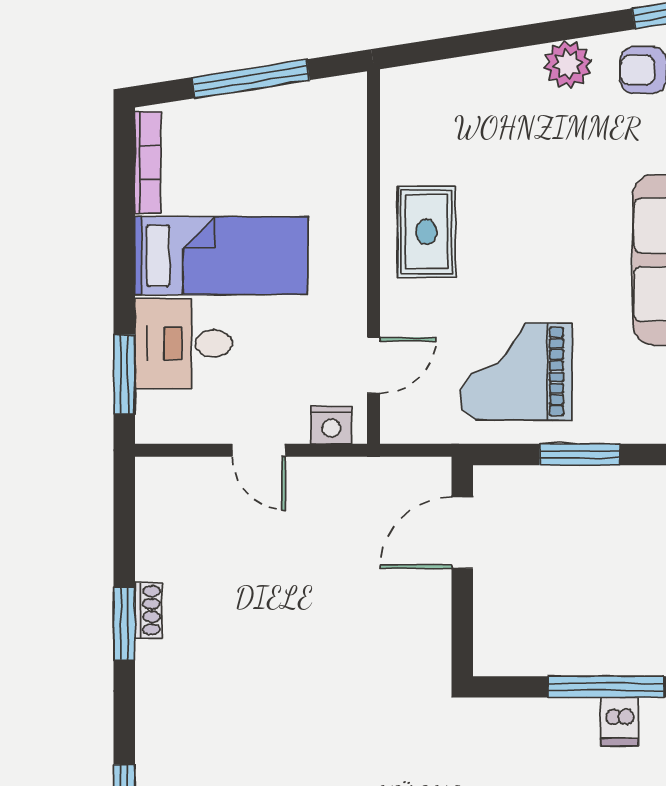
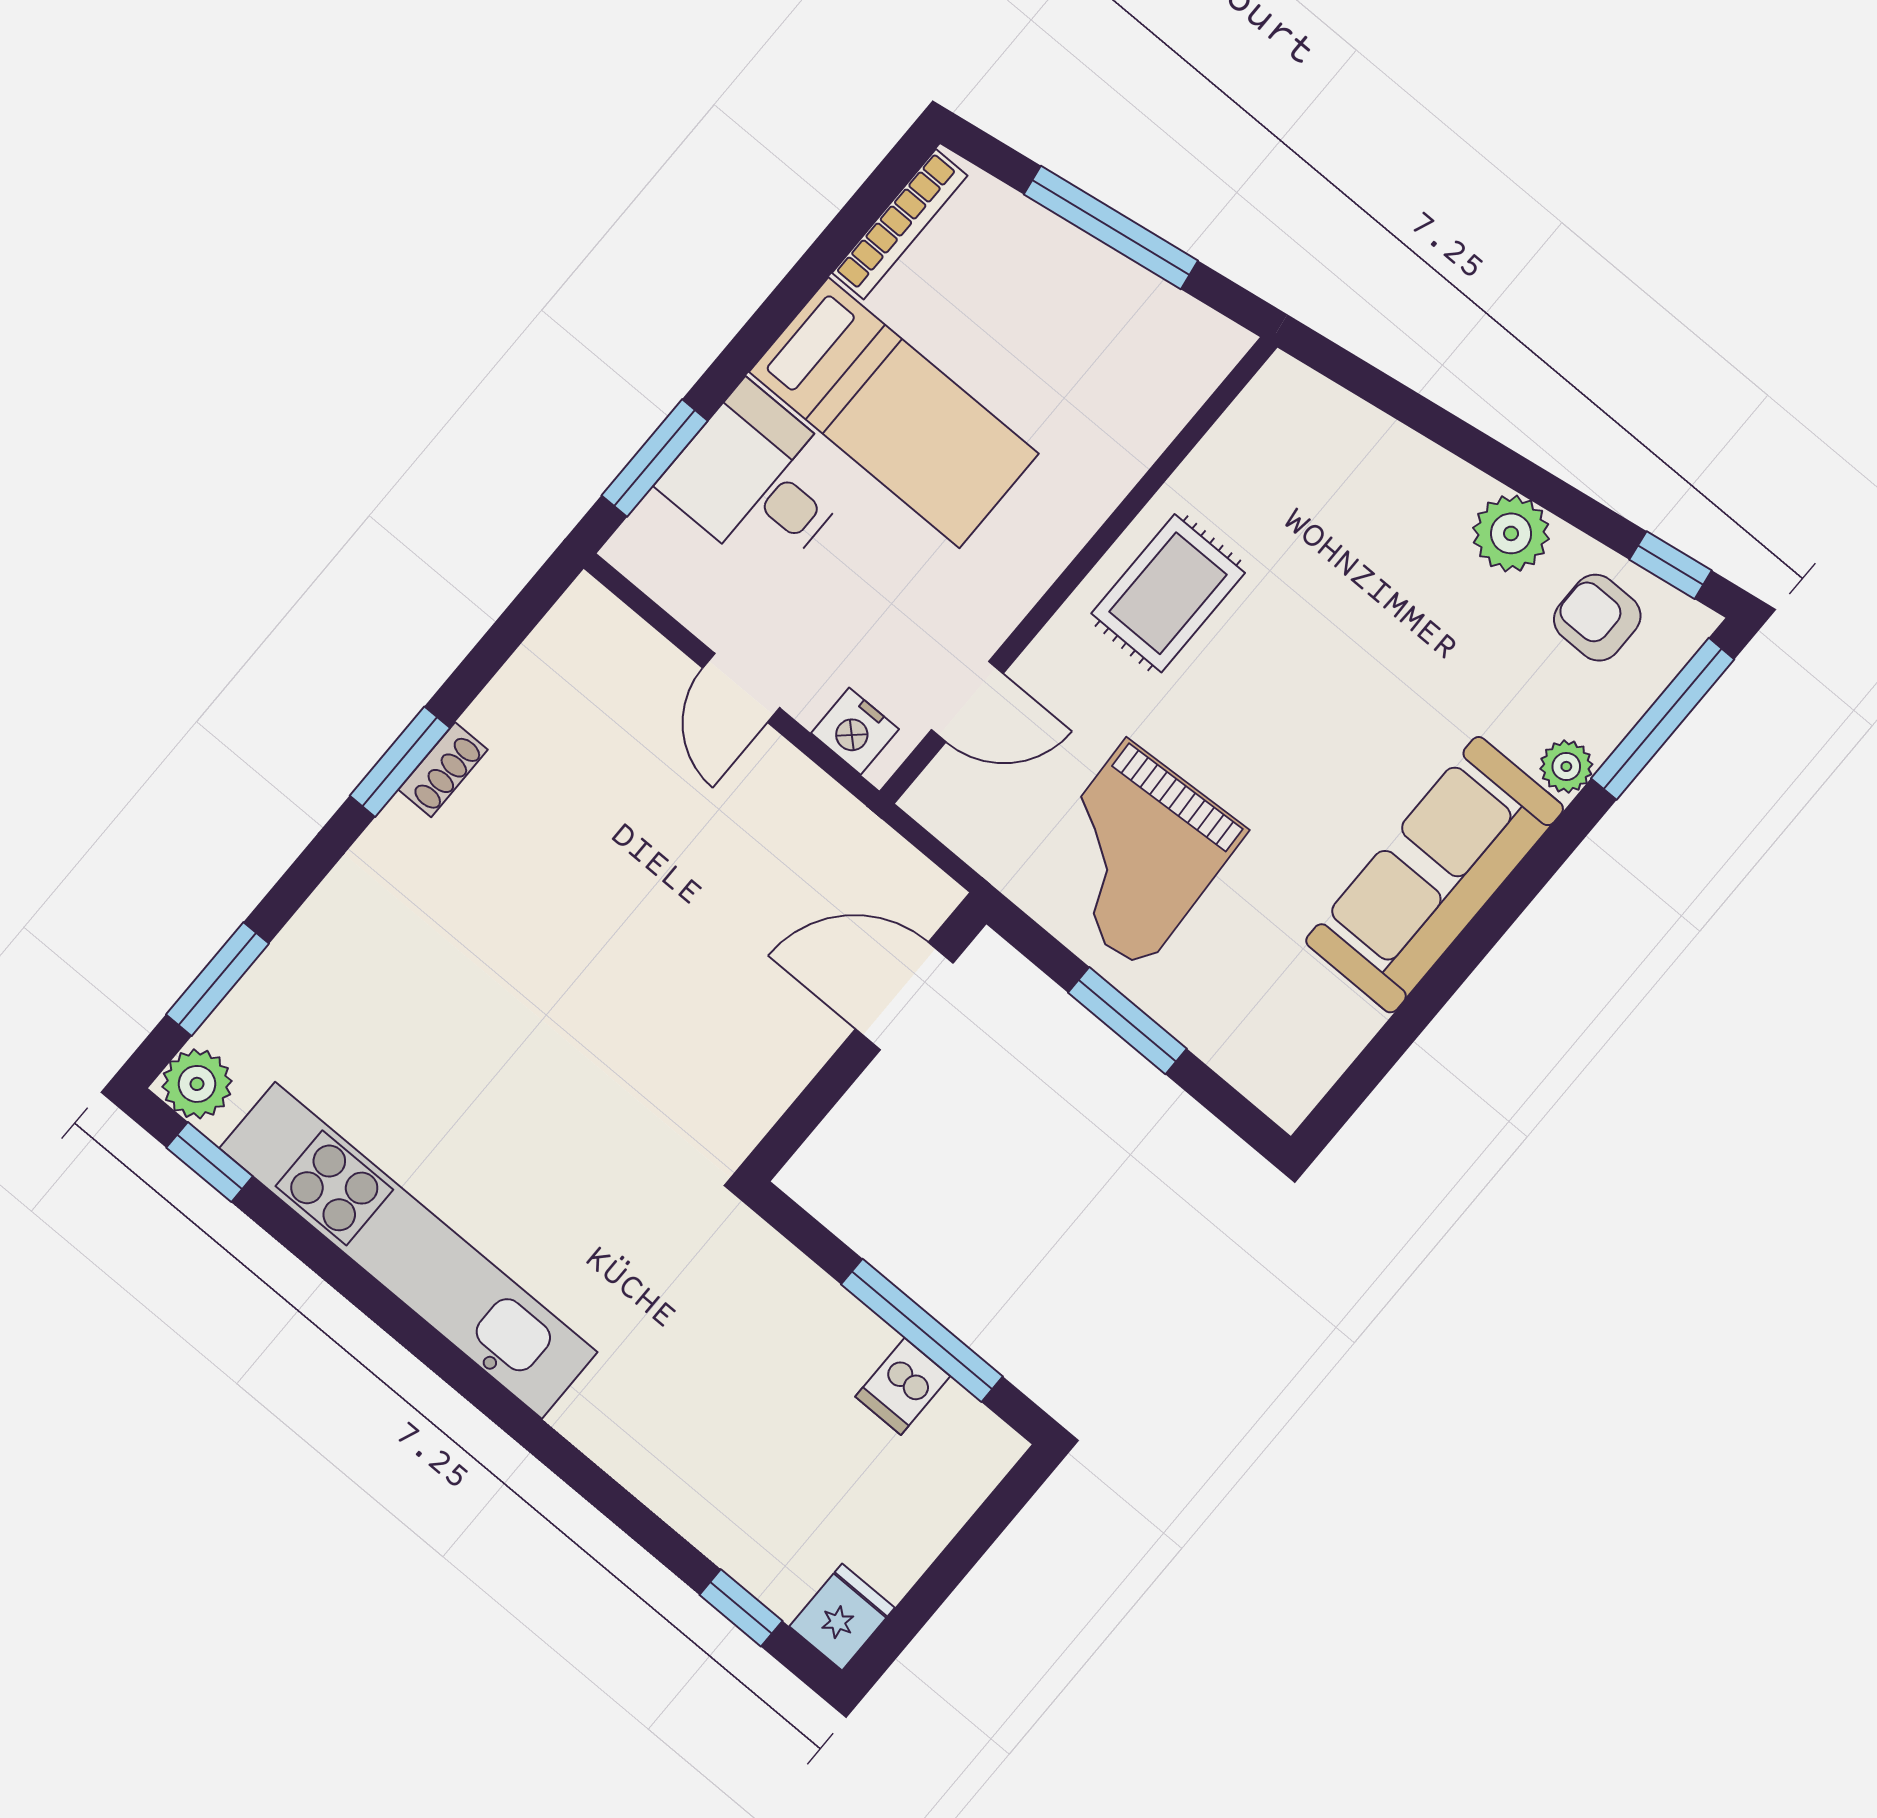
grand piano: (516, 371) -> (1134, 855), turned -93

